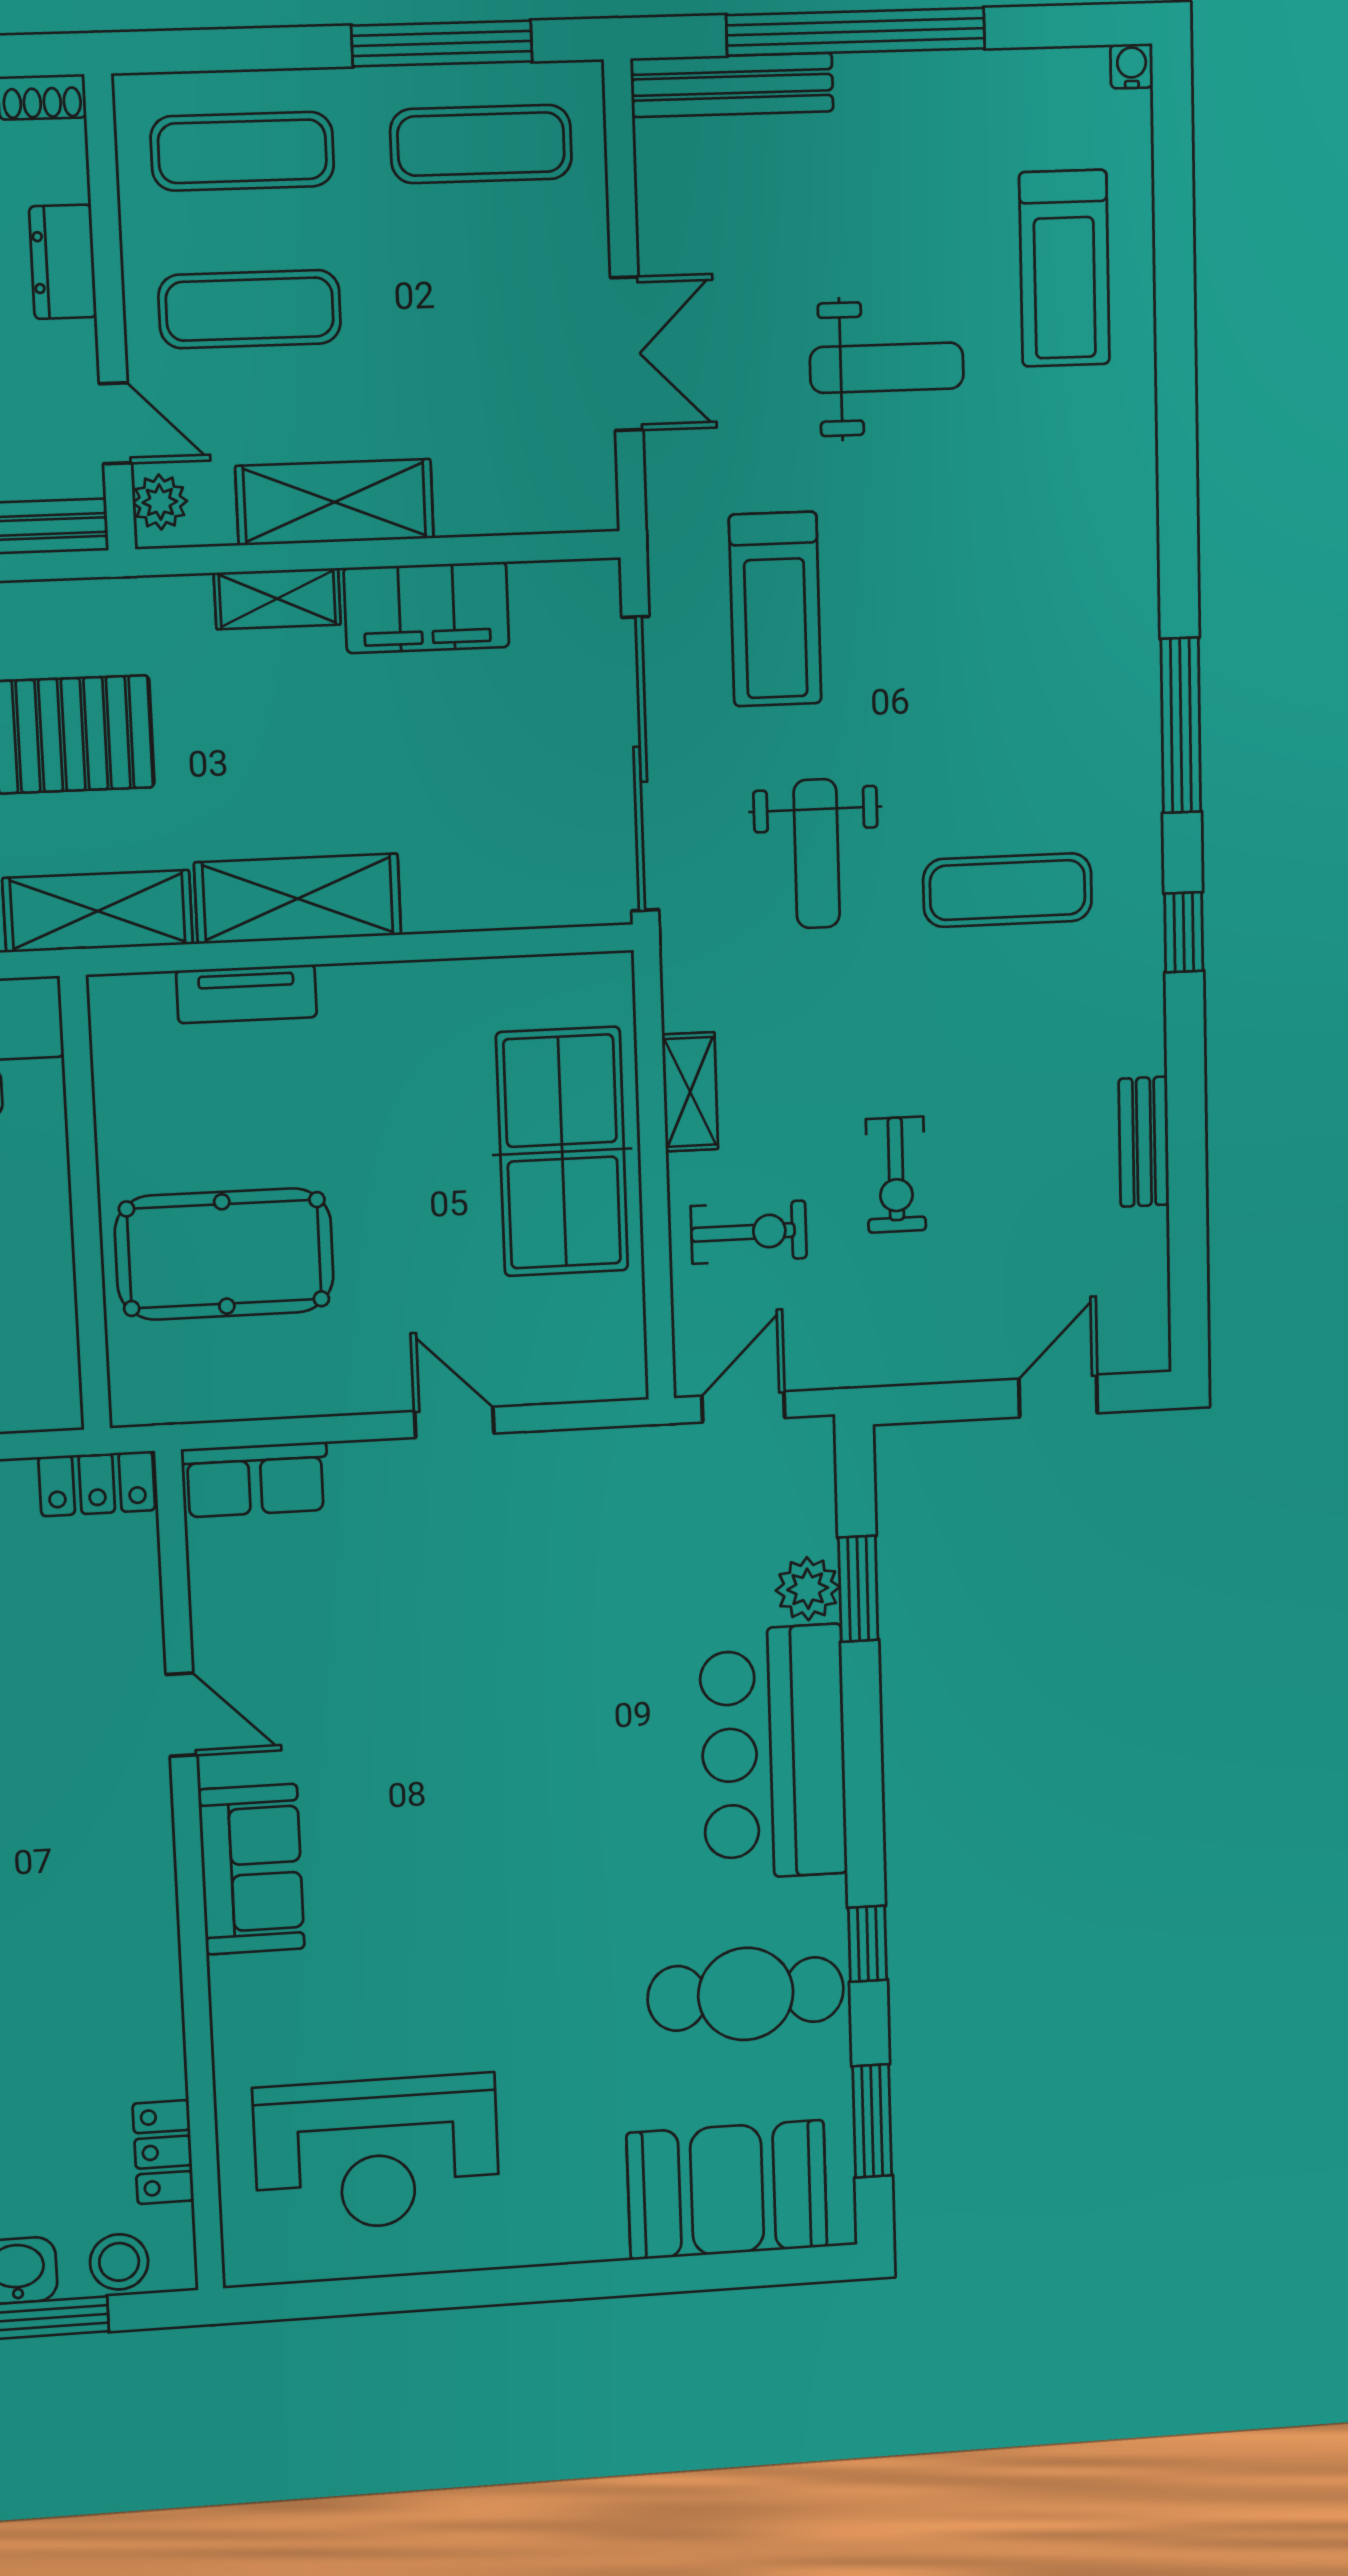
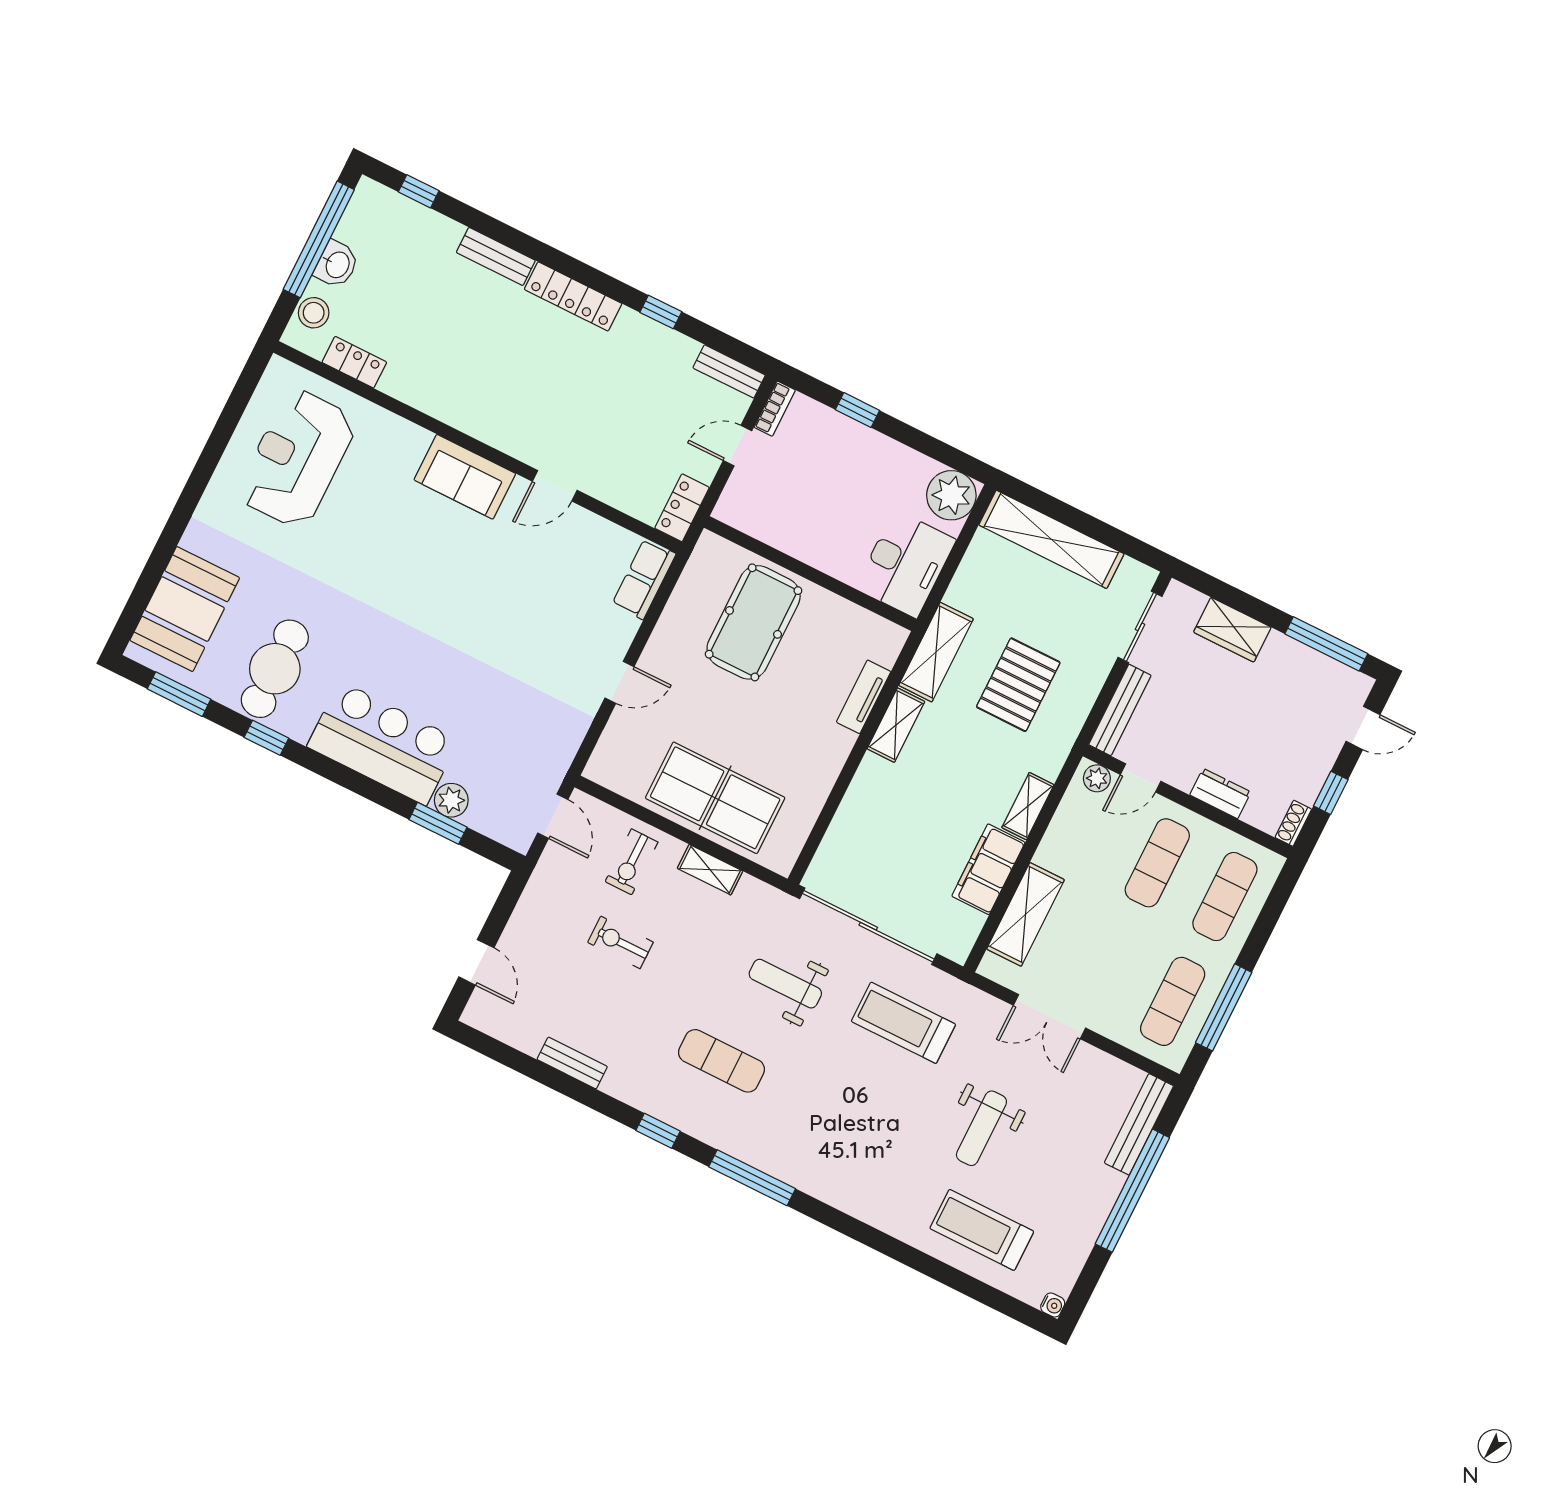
shelving: (335, 502) -> (1026, 914), moved
exercise mat: (1008, 890) -> (721, 1061), turned 90
shelving: (298, 899) -> (896, 725), width x0.67, depth x0.75

